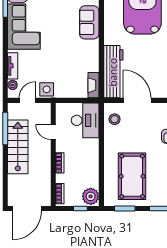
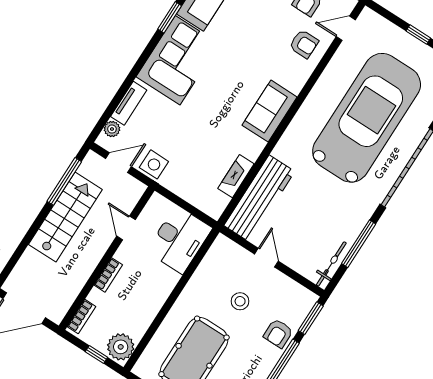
fireplace: (94, 85) -> (236, 176), moved
door: (137, 100) -> (266, 258), width x0.53
stool: (115, 119) -> (240, 301), moved

